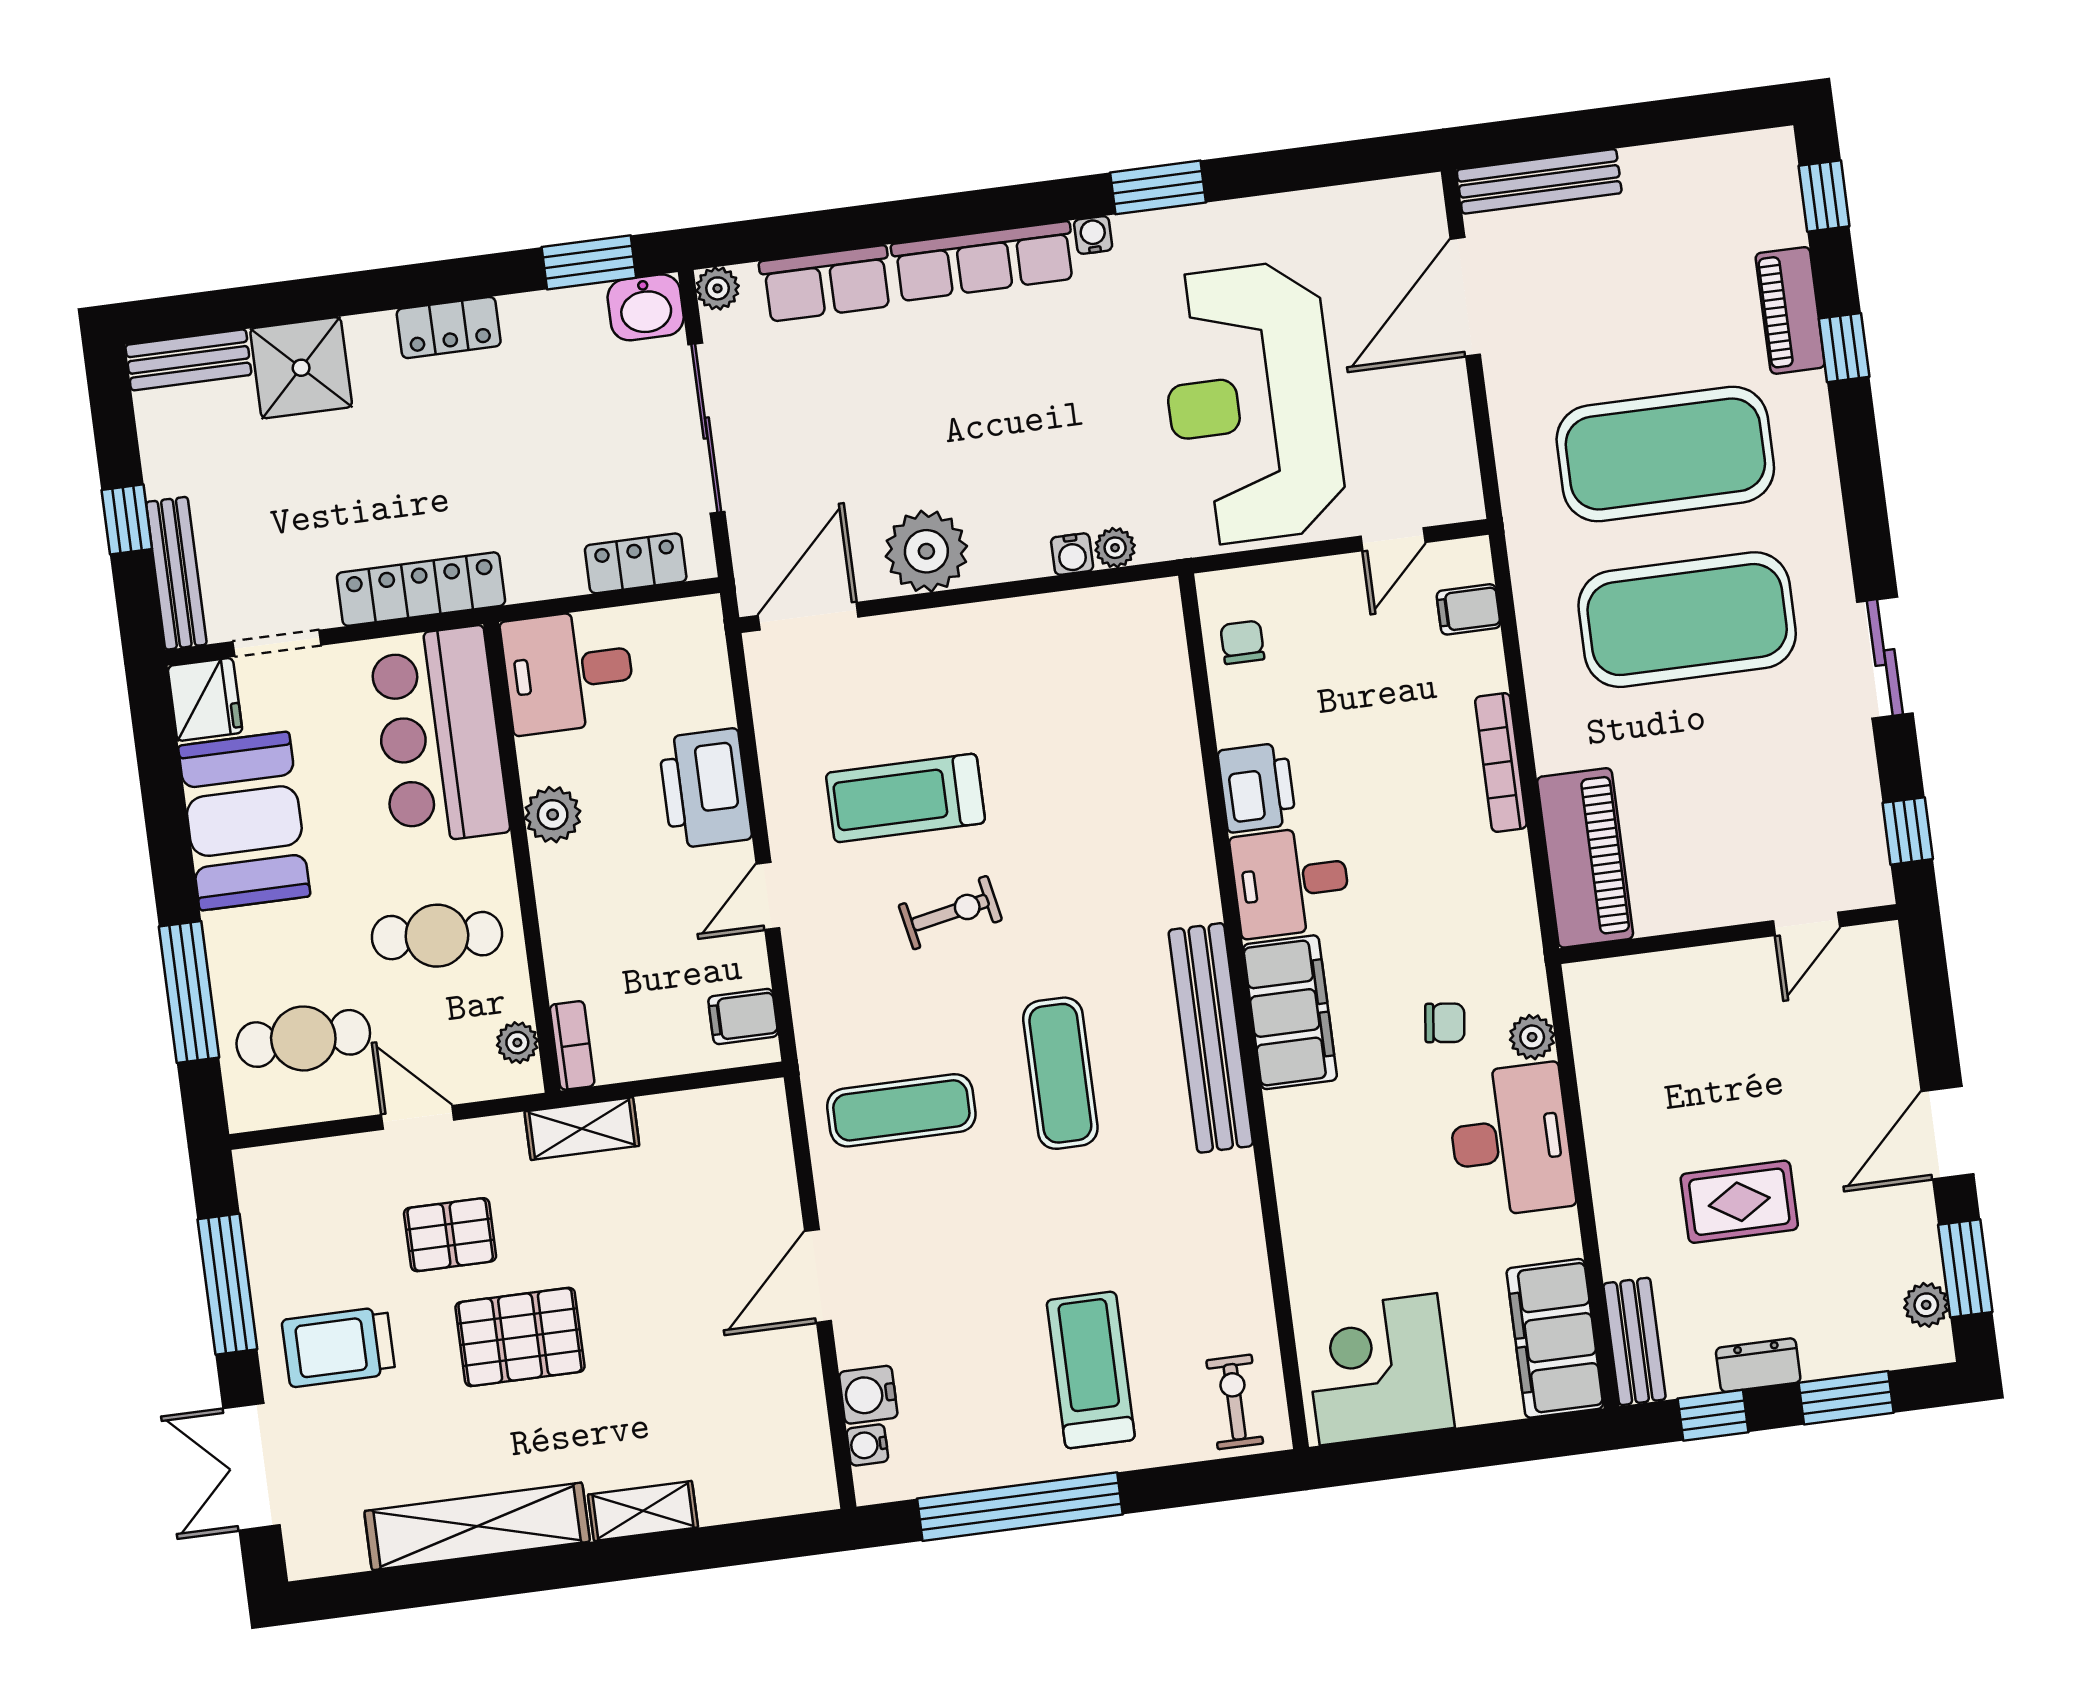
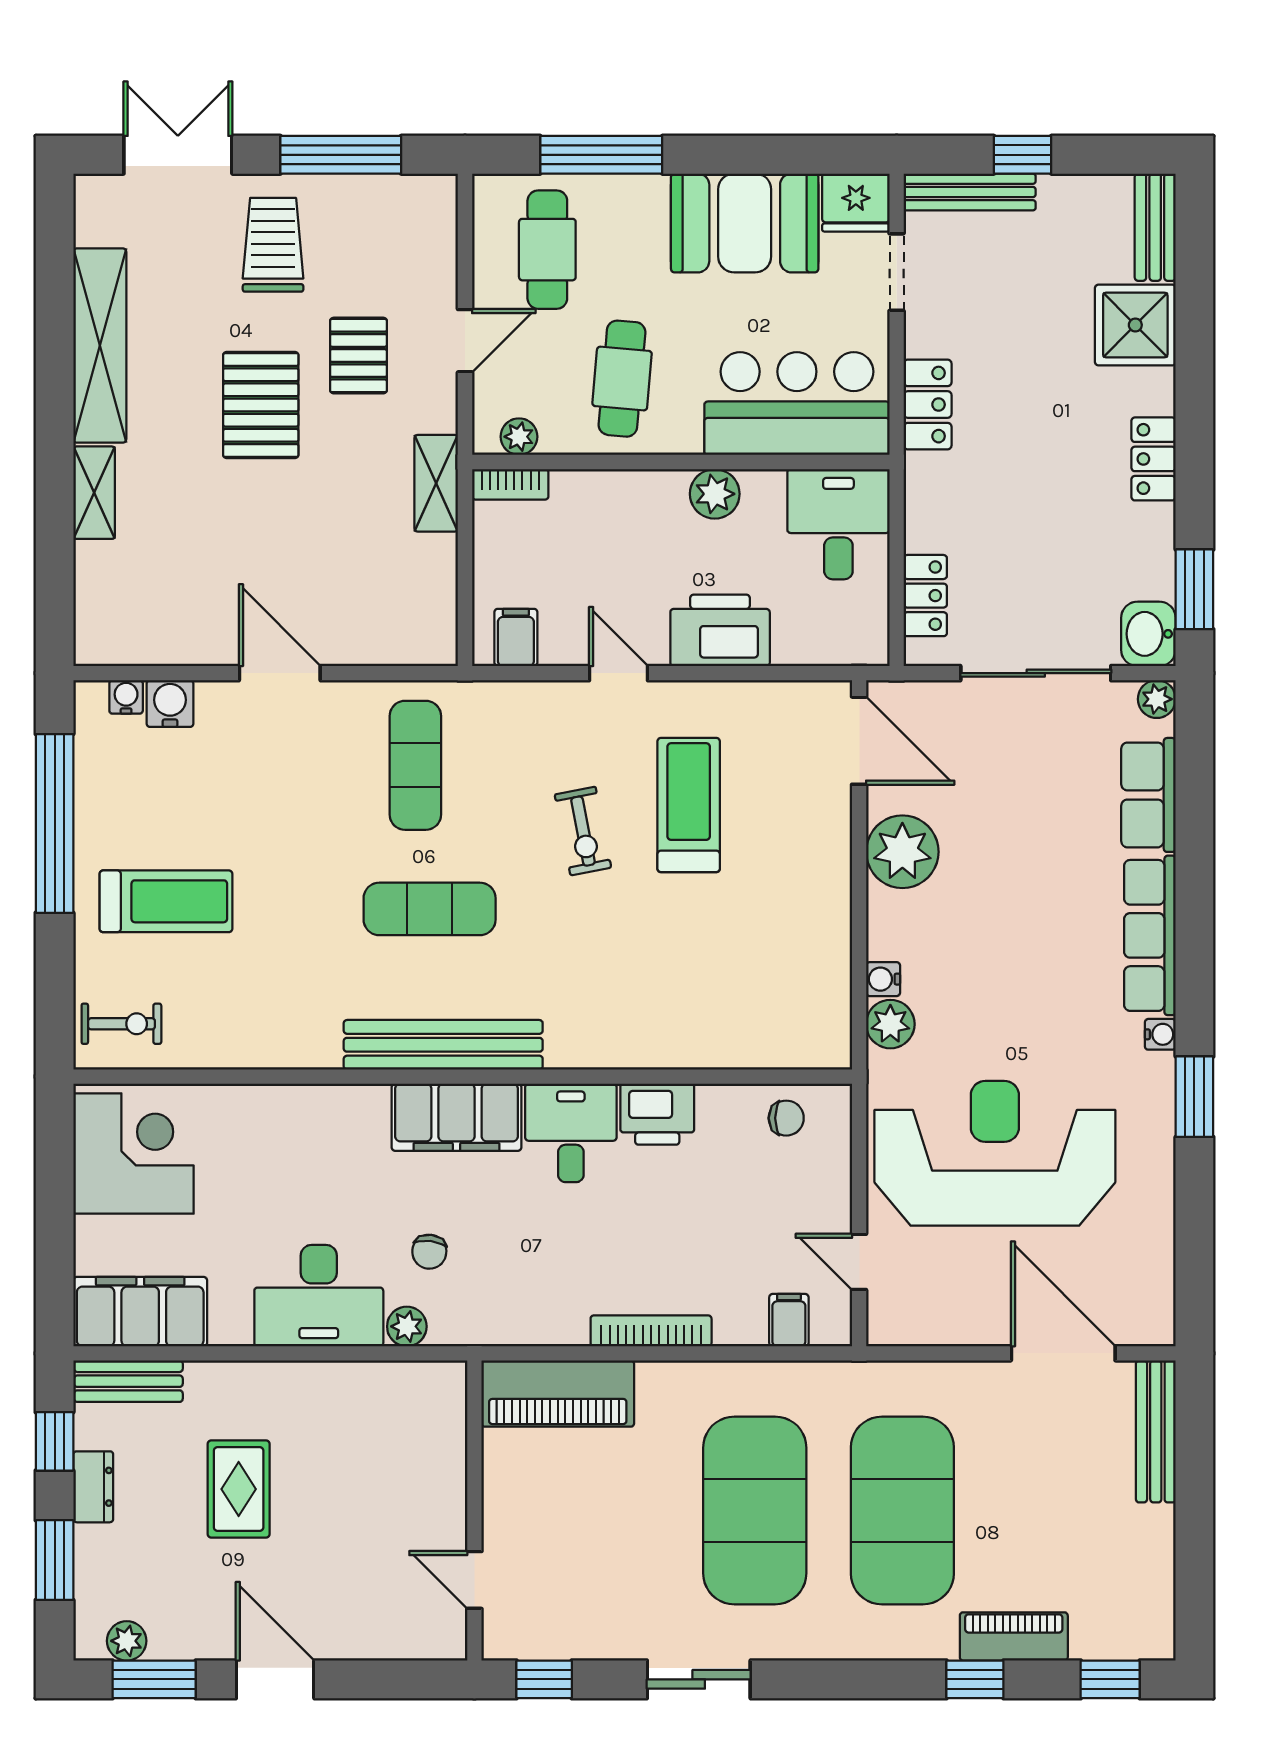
plant: (1115, 548) -> (890, 1024), width x1.38, depth x1.38
locker: (421, 589) -> (928, 405), width x0.66

